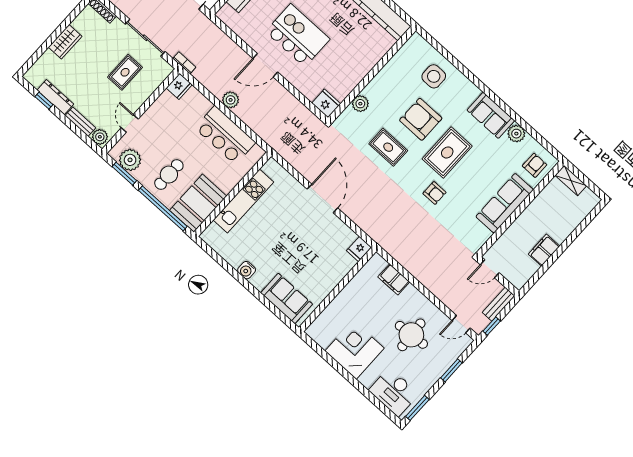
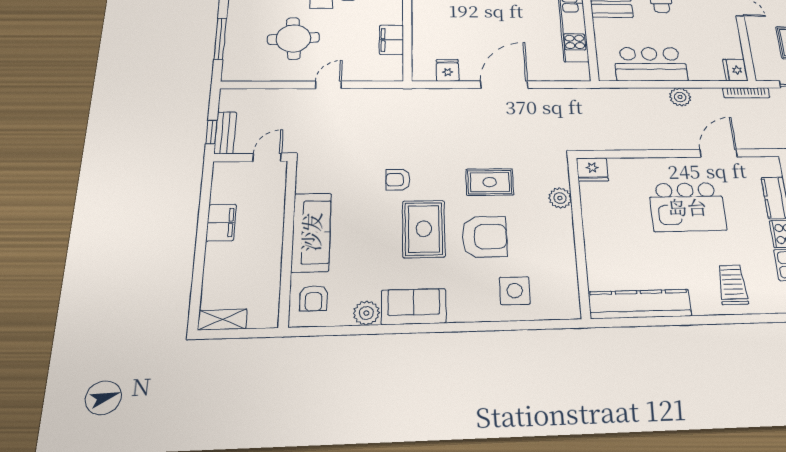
bookcase: (184, 63) -> (746, 93), width x1.56
door: (265, 65) -> (719, 153), moved
shelving: (571, 181) -> (222, 320), moved
door: (322, 198) -> (504, 85), swing flipped
fridge: (359, 249) -> (448, 70), moved
filing cabinet: (394, 279) -> (391, 40), moved, turned -90
door: (461, 324) -> (328, 85), moved
window: (492, 326) -> (211, 132), moved
window: (451, 370) -> (220, 39), width x1.44

